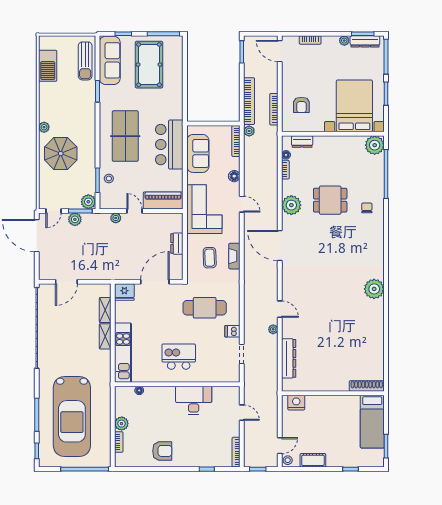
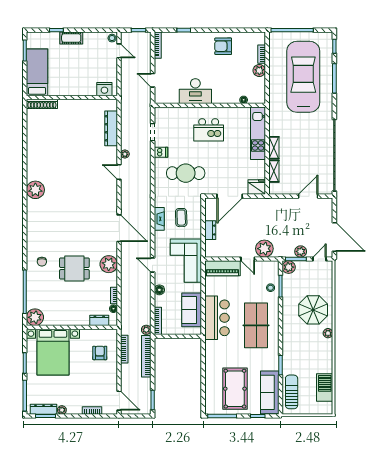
plant: (116, 218) -> (264, 249), width x1.87, depth x1.87
door: (280, 446) -> (119, 51), swing flipped
cot: (313, 460) -> (71, 38), moved

